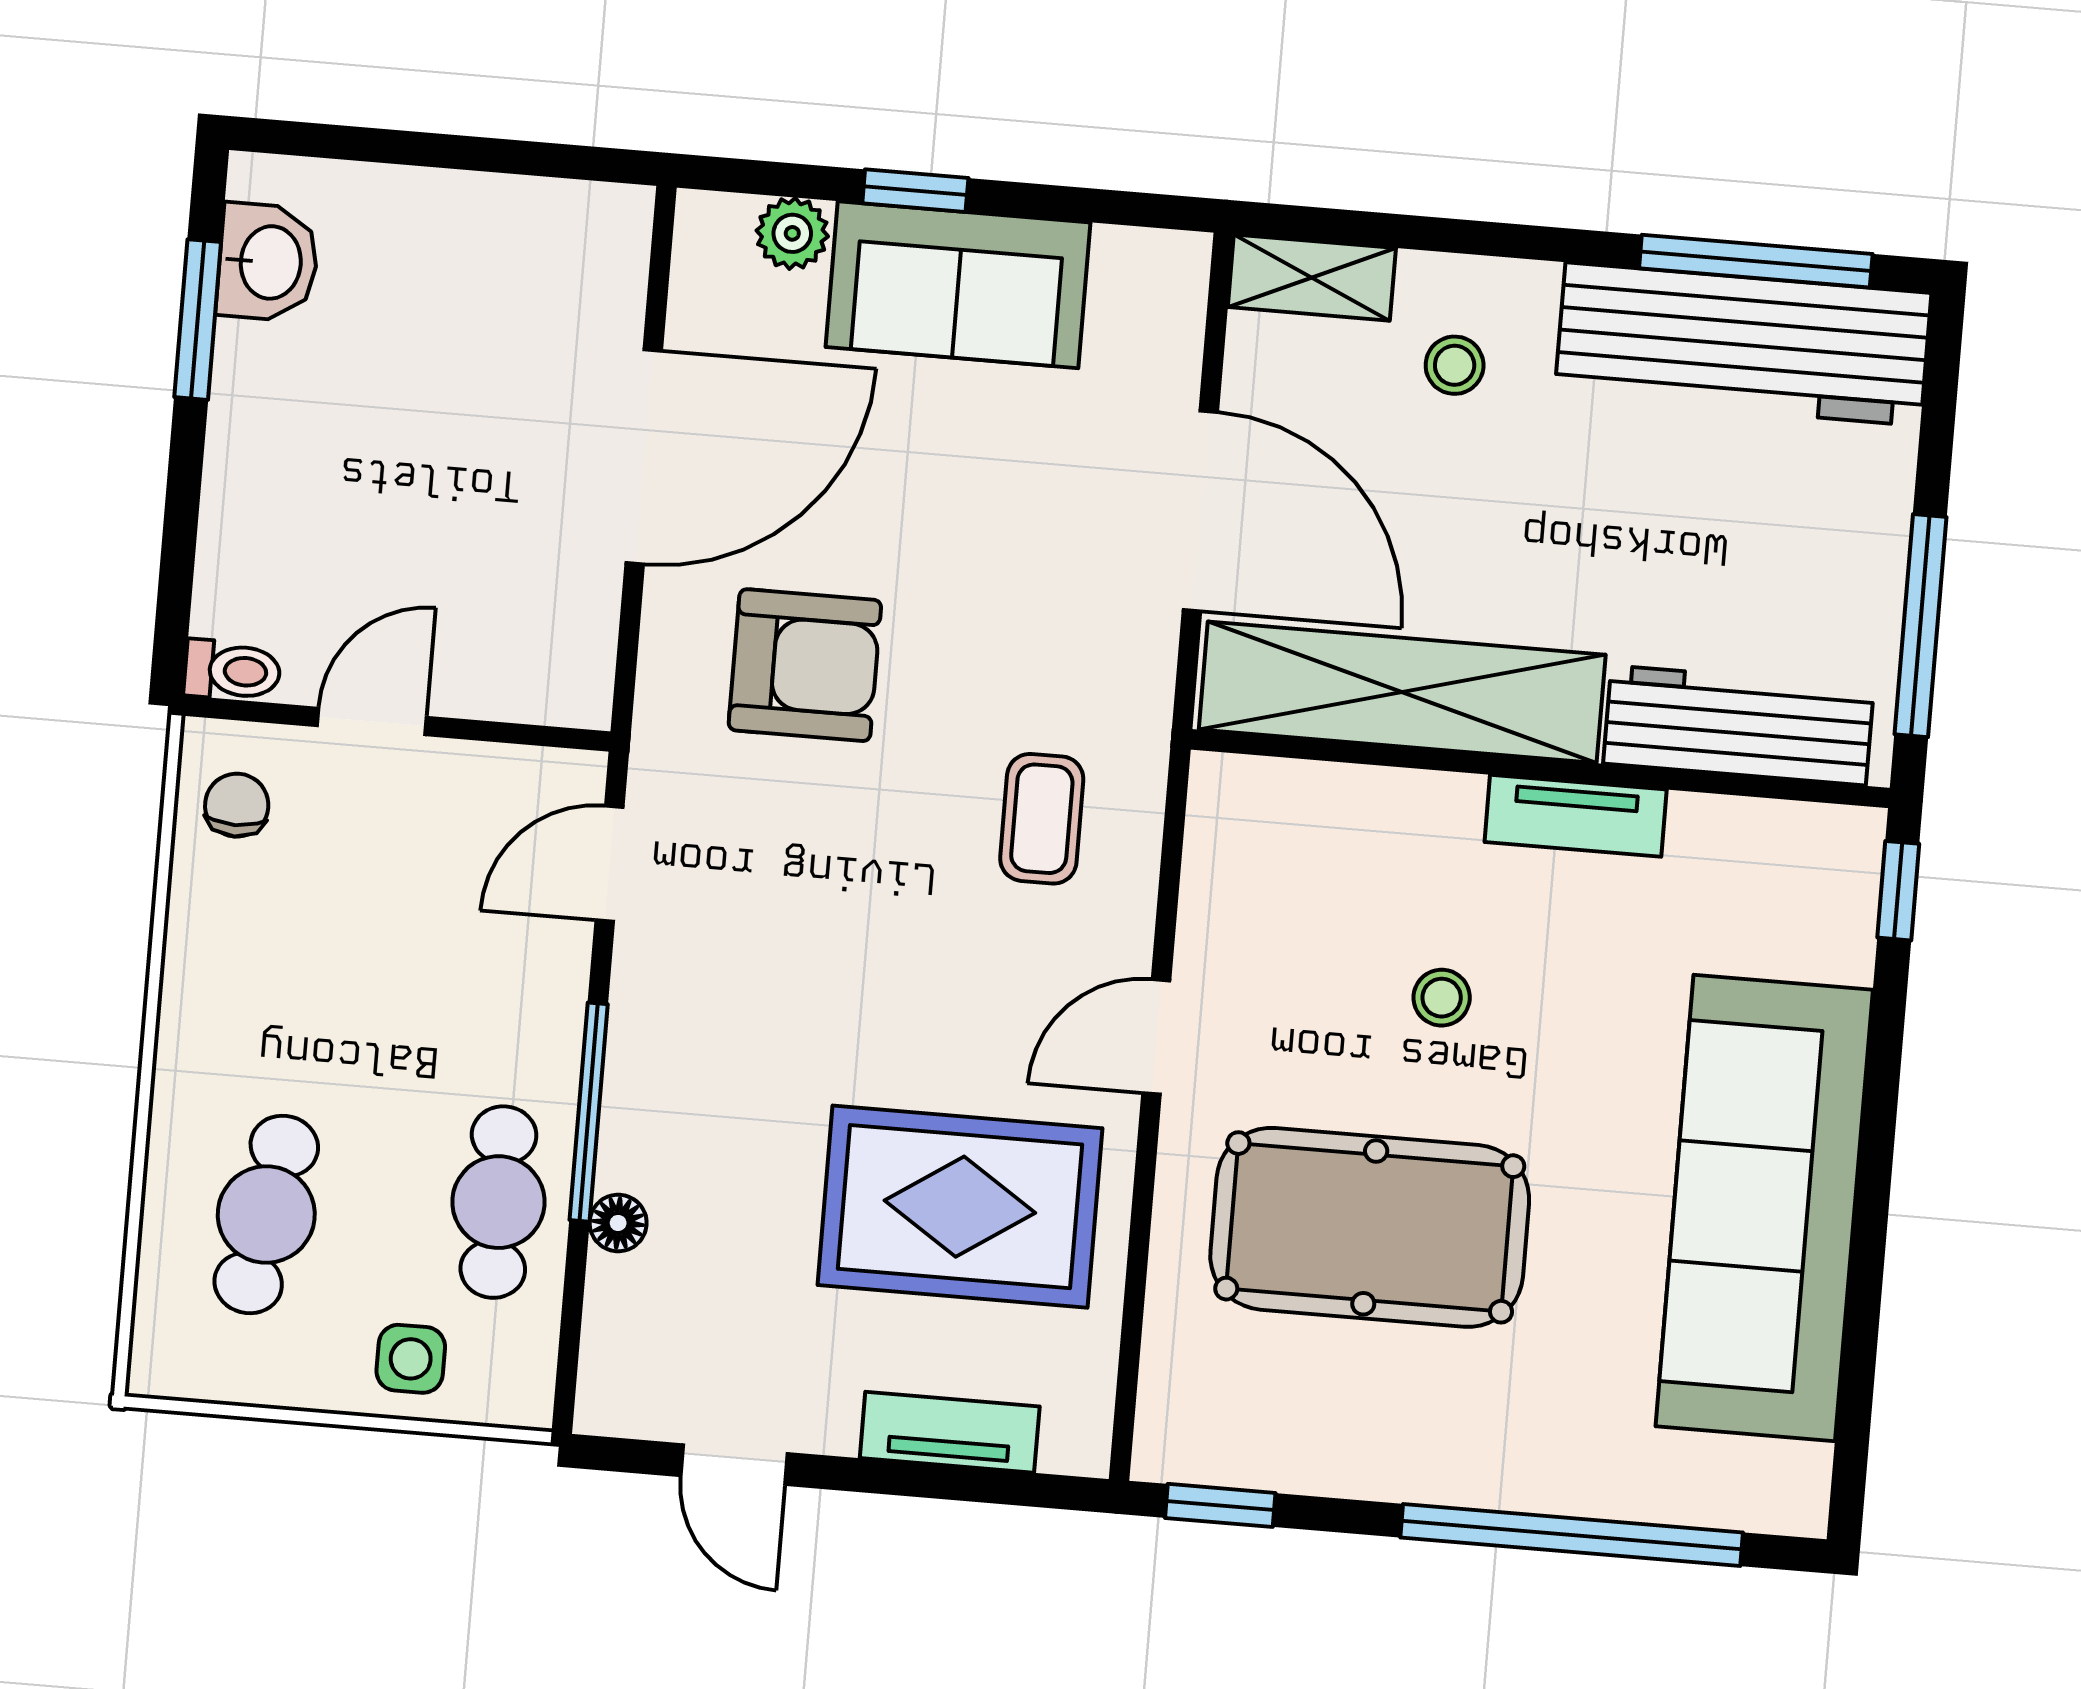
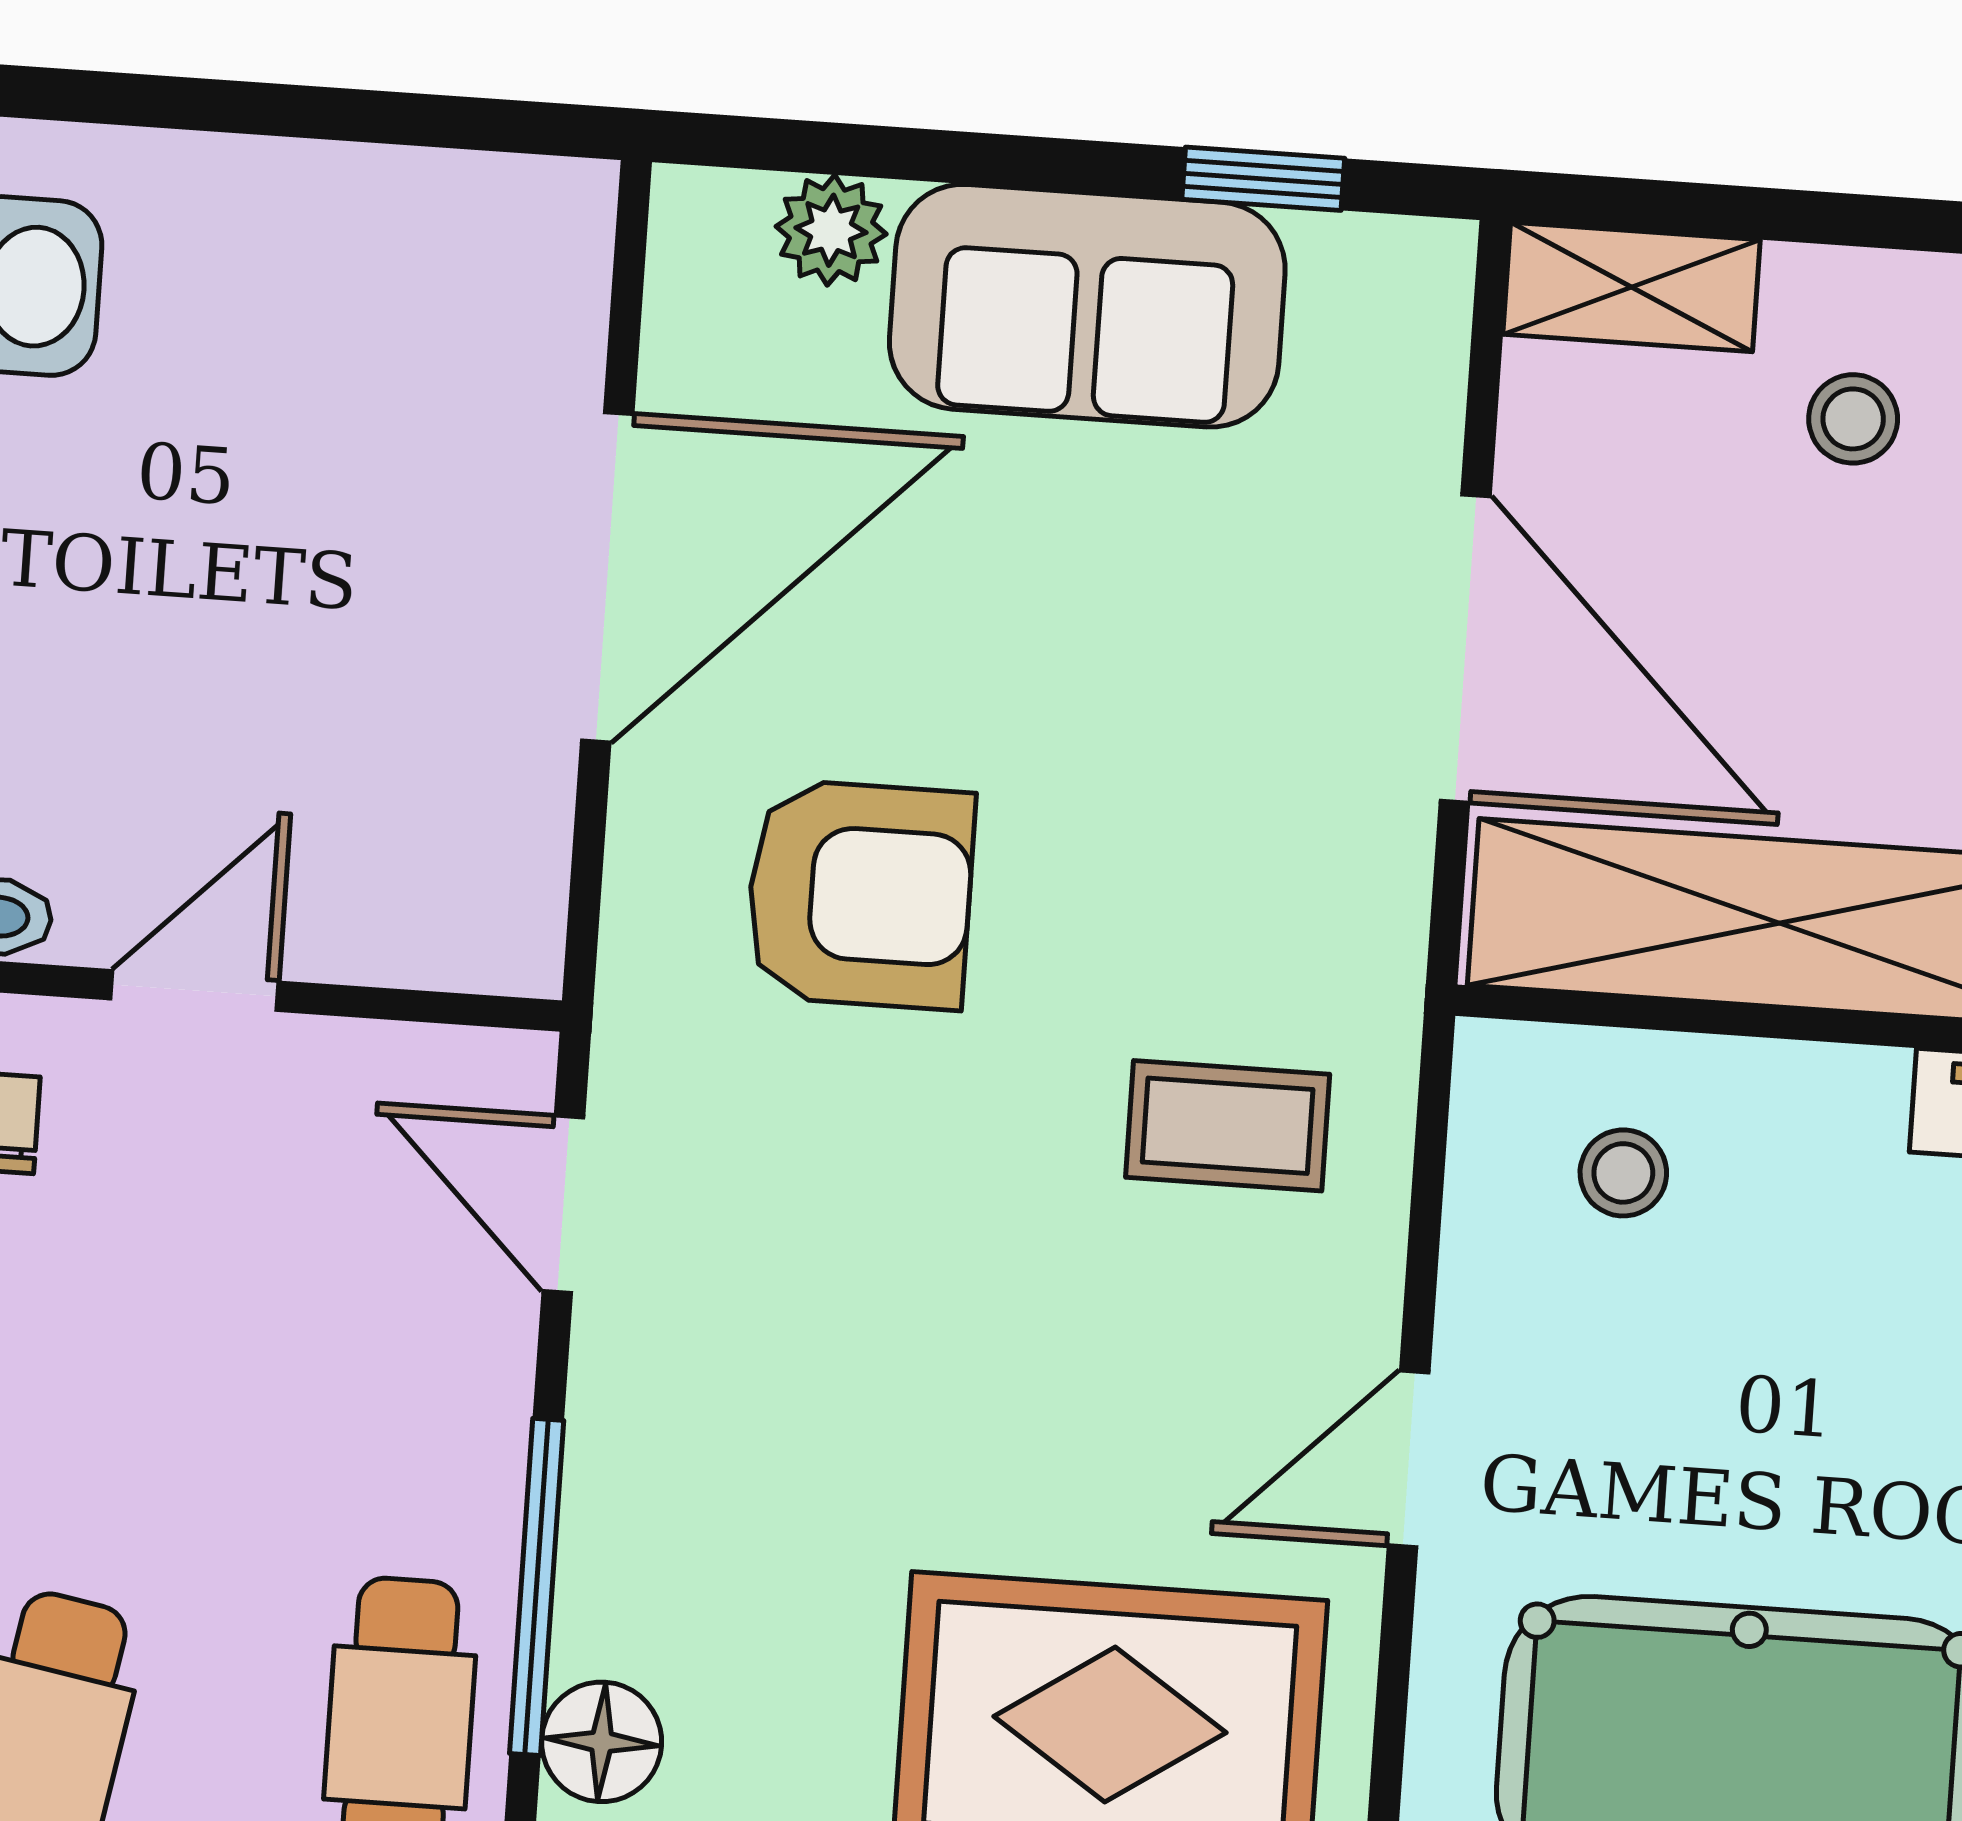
window: (915, 191) -> (1263, 179), moved
coffee table: (1042, 819) -> (1228, 1126), turned 90
door: (610, 864) -> (563, 1204), hinge flipped
stool: (1442, 998) -> (1623, 1173), moved
floor lamp: (618, 1223) -> (602, 1742), width x1.37, depth x1.37

